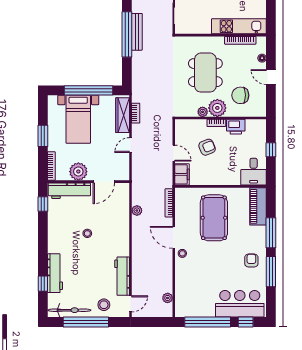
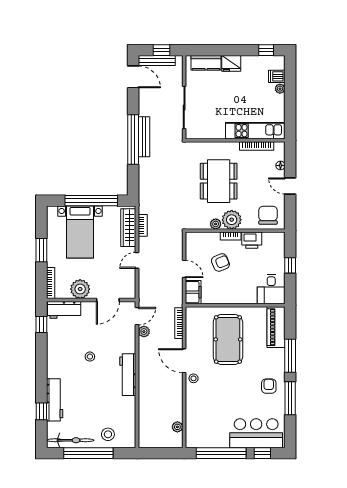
chair: (240, 95) -> (268, 215), moved, turned 90
workbench: (69, 191) -> (64, 310), width x0.73
workbench: (122, 276) -> (128, 375), moved
door: (130, 304) -> (137, 316), moved

